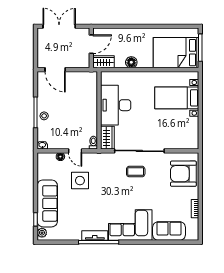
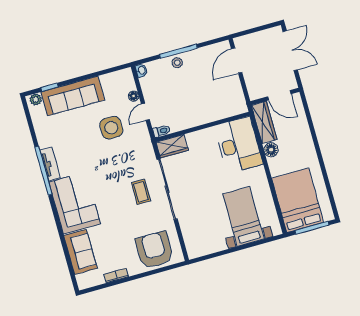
wardrobe: (104, 62) -> (264, 122), width x1.50
desk: (116, 105) -> (239, 145), moved, turned 90

